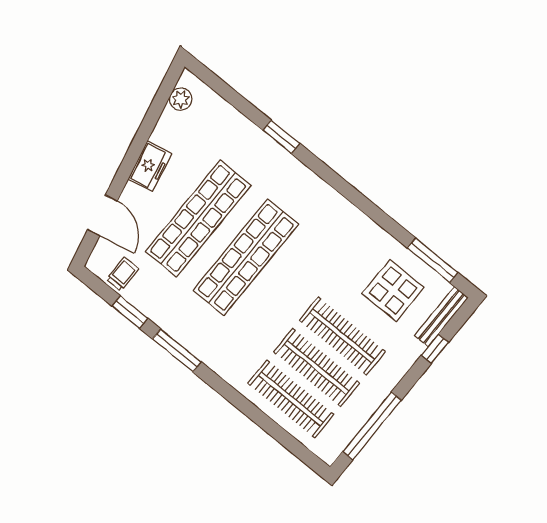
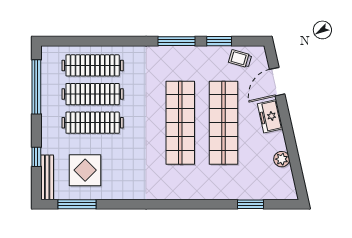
plant: (181, 99) -> (282, 159), moved
window: (281, 137) -> (251, 204), moved
freezer: (150, 166) -> (270, 116), moved
door: (102, 215) -> (277, 82), hinge flipped
trolley: (123, 274) -> (240, 59), turned 106

